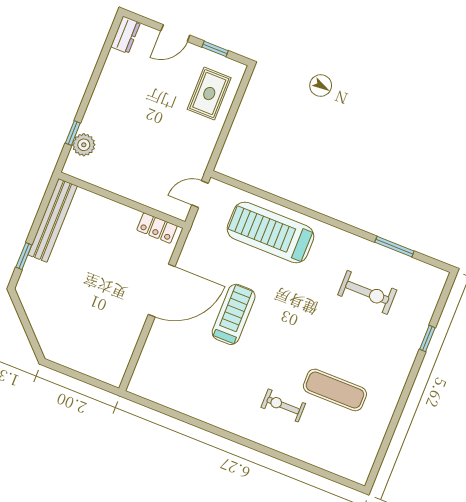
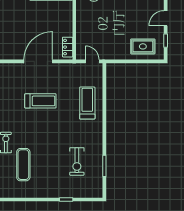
door: (175, 33) -> (166, 18), hinge flipped
treadmill: (271, 232) -> (87, 103), width x0.73, depth x0.73
door: (162, 290) -> (38, 61), swing flipped

